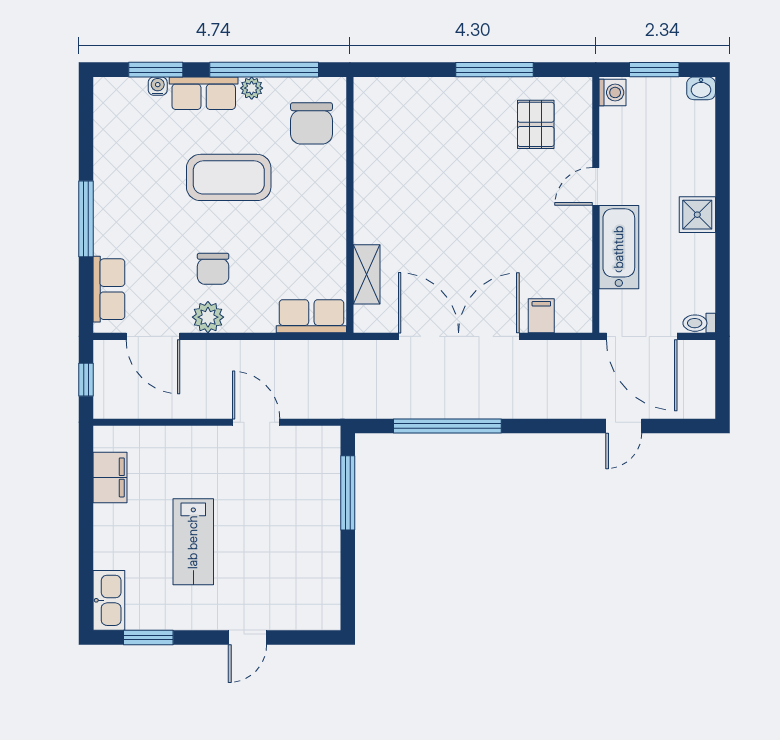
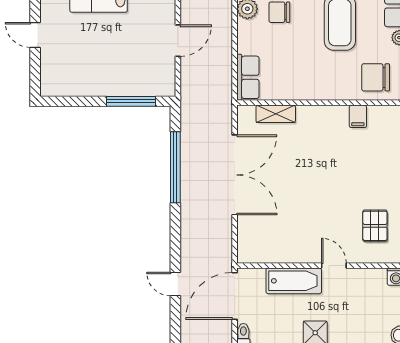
pallet: (536, 124) -> (375, 226), turned 90
filing cabinet: (541, 316) -> (358, 116), moved, turned 90

